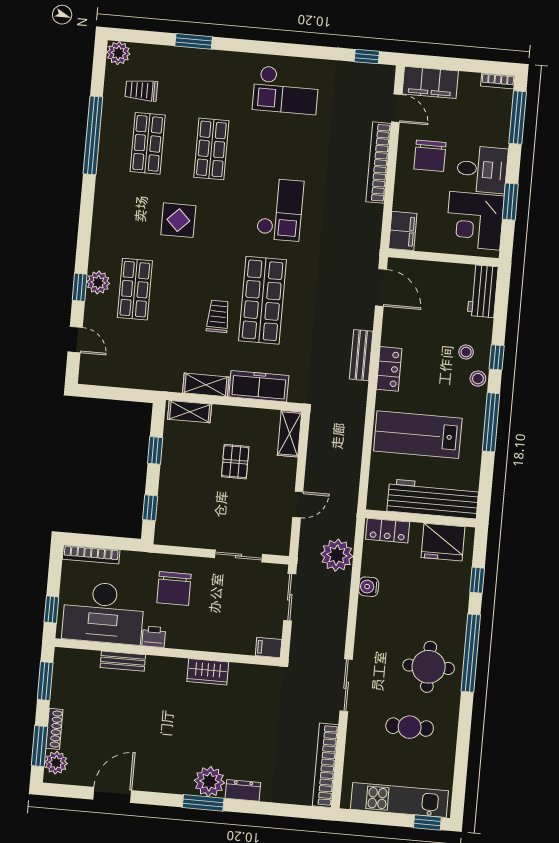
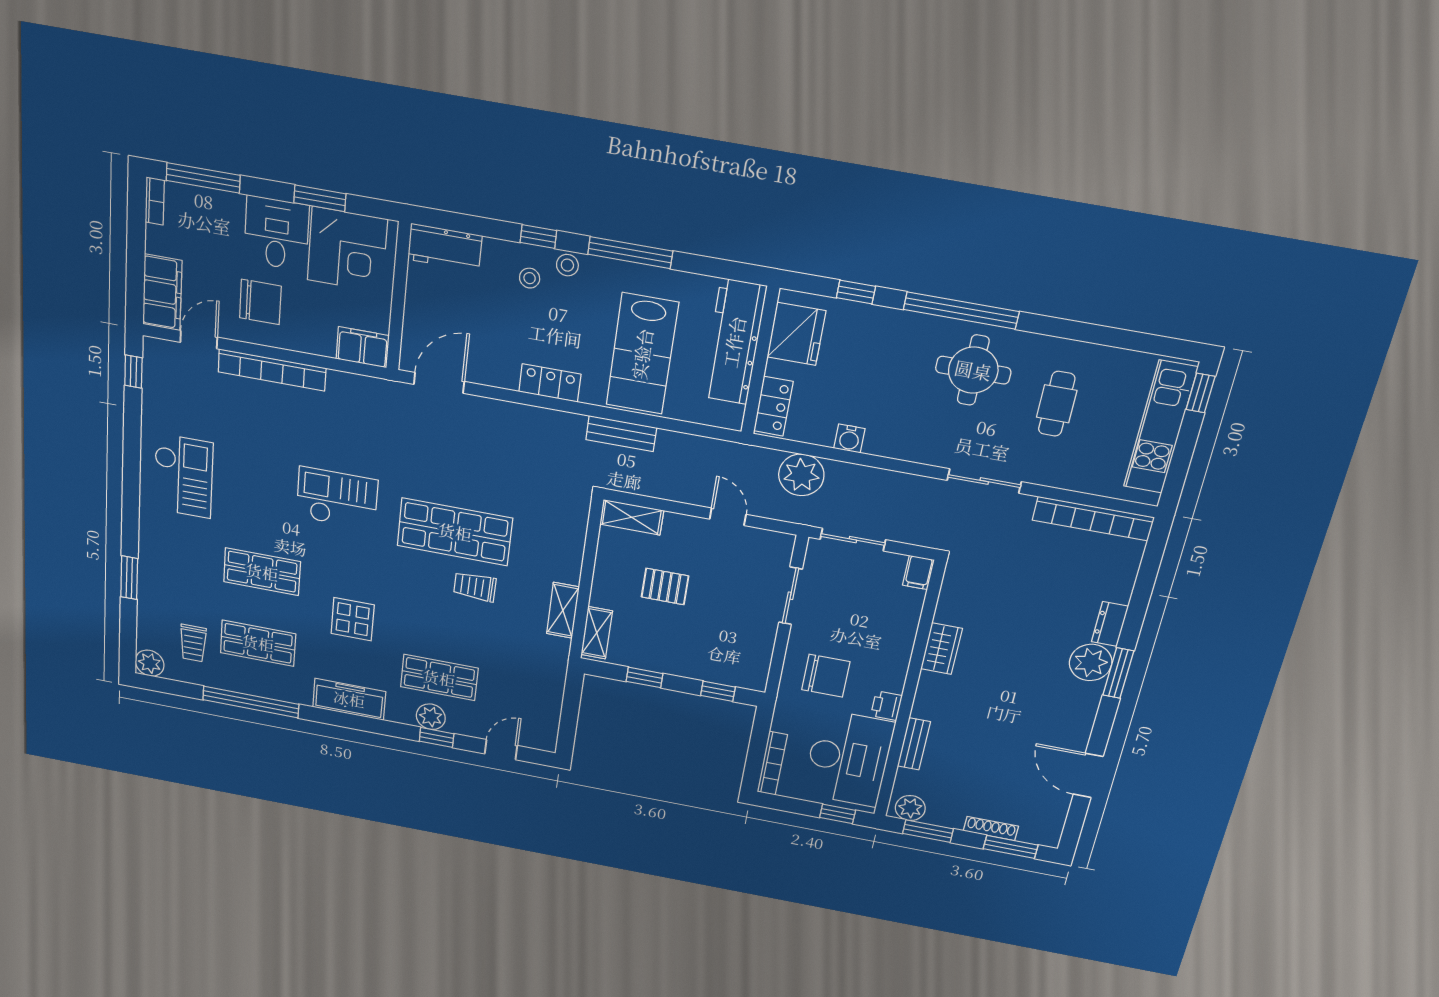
bench: (361, 355) -> (621, 434), moved
freezer: (259, 386) -> (349, 699), moved, turned 90
plant: (56, 763) -> (910, 808), moved

